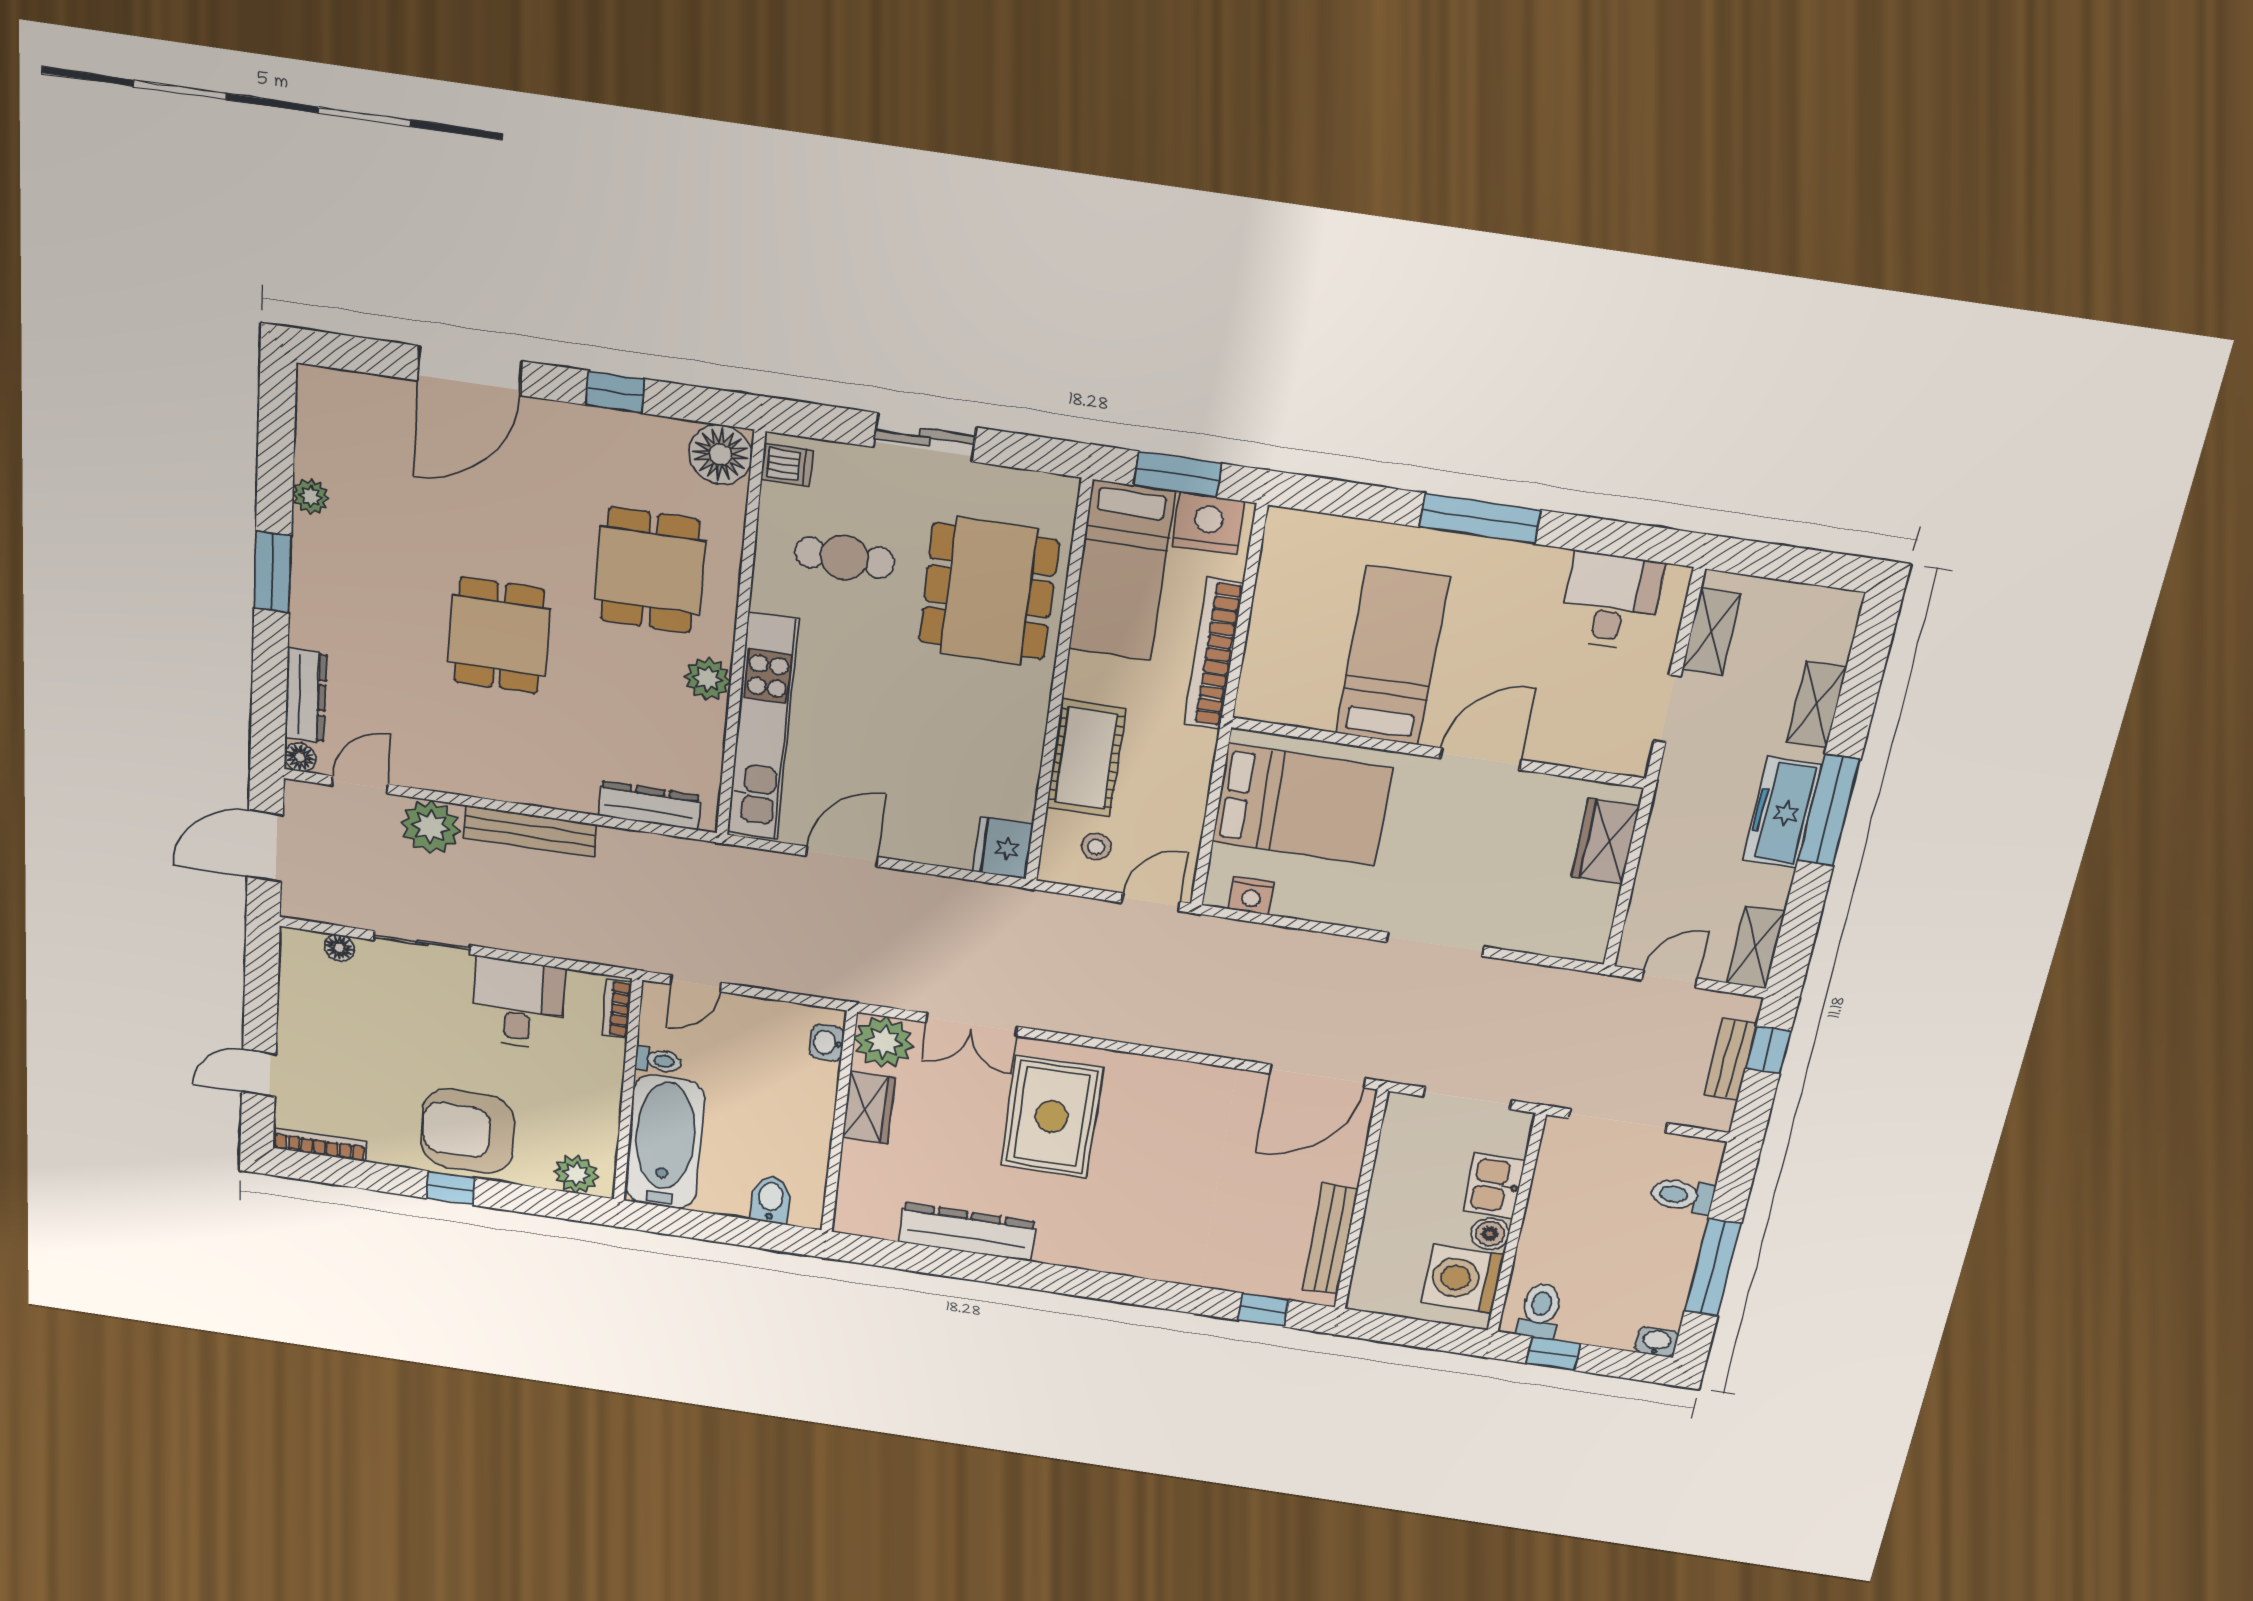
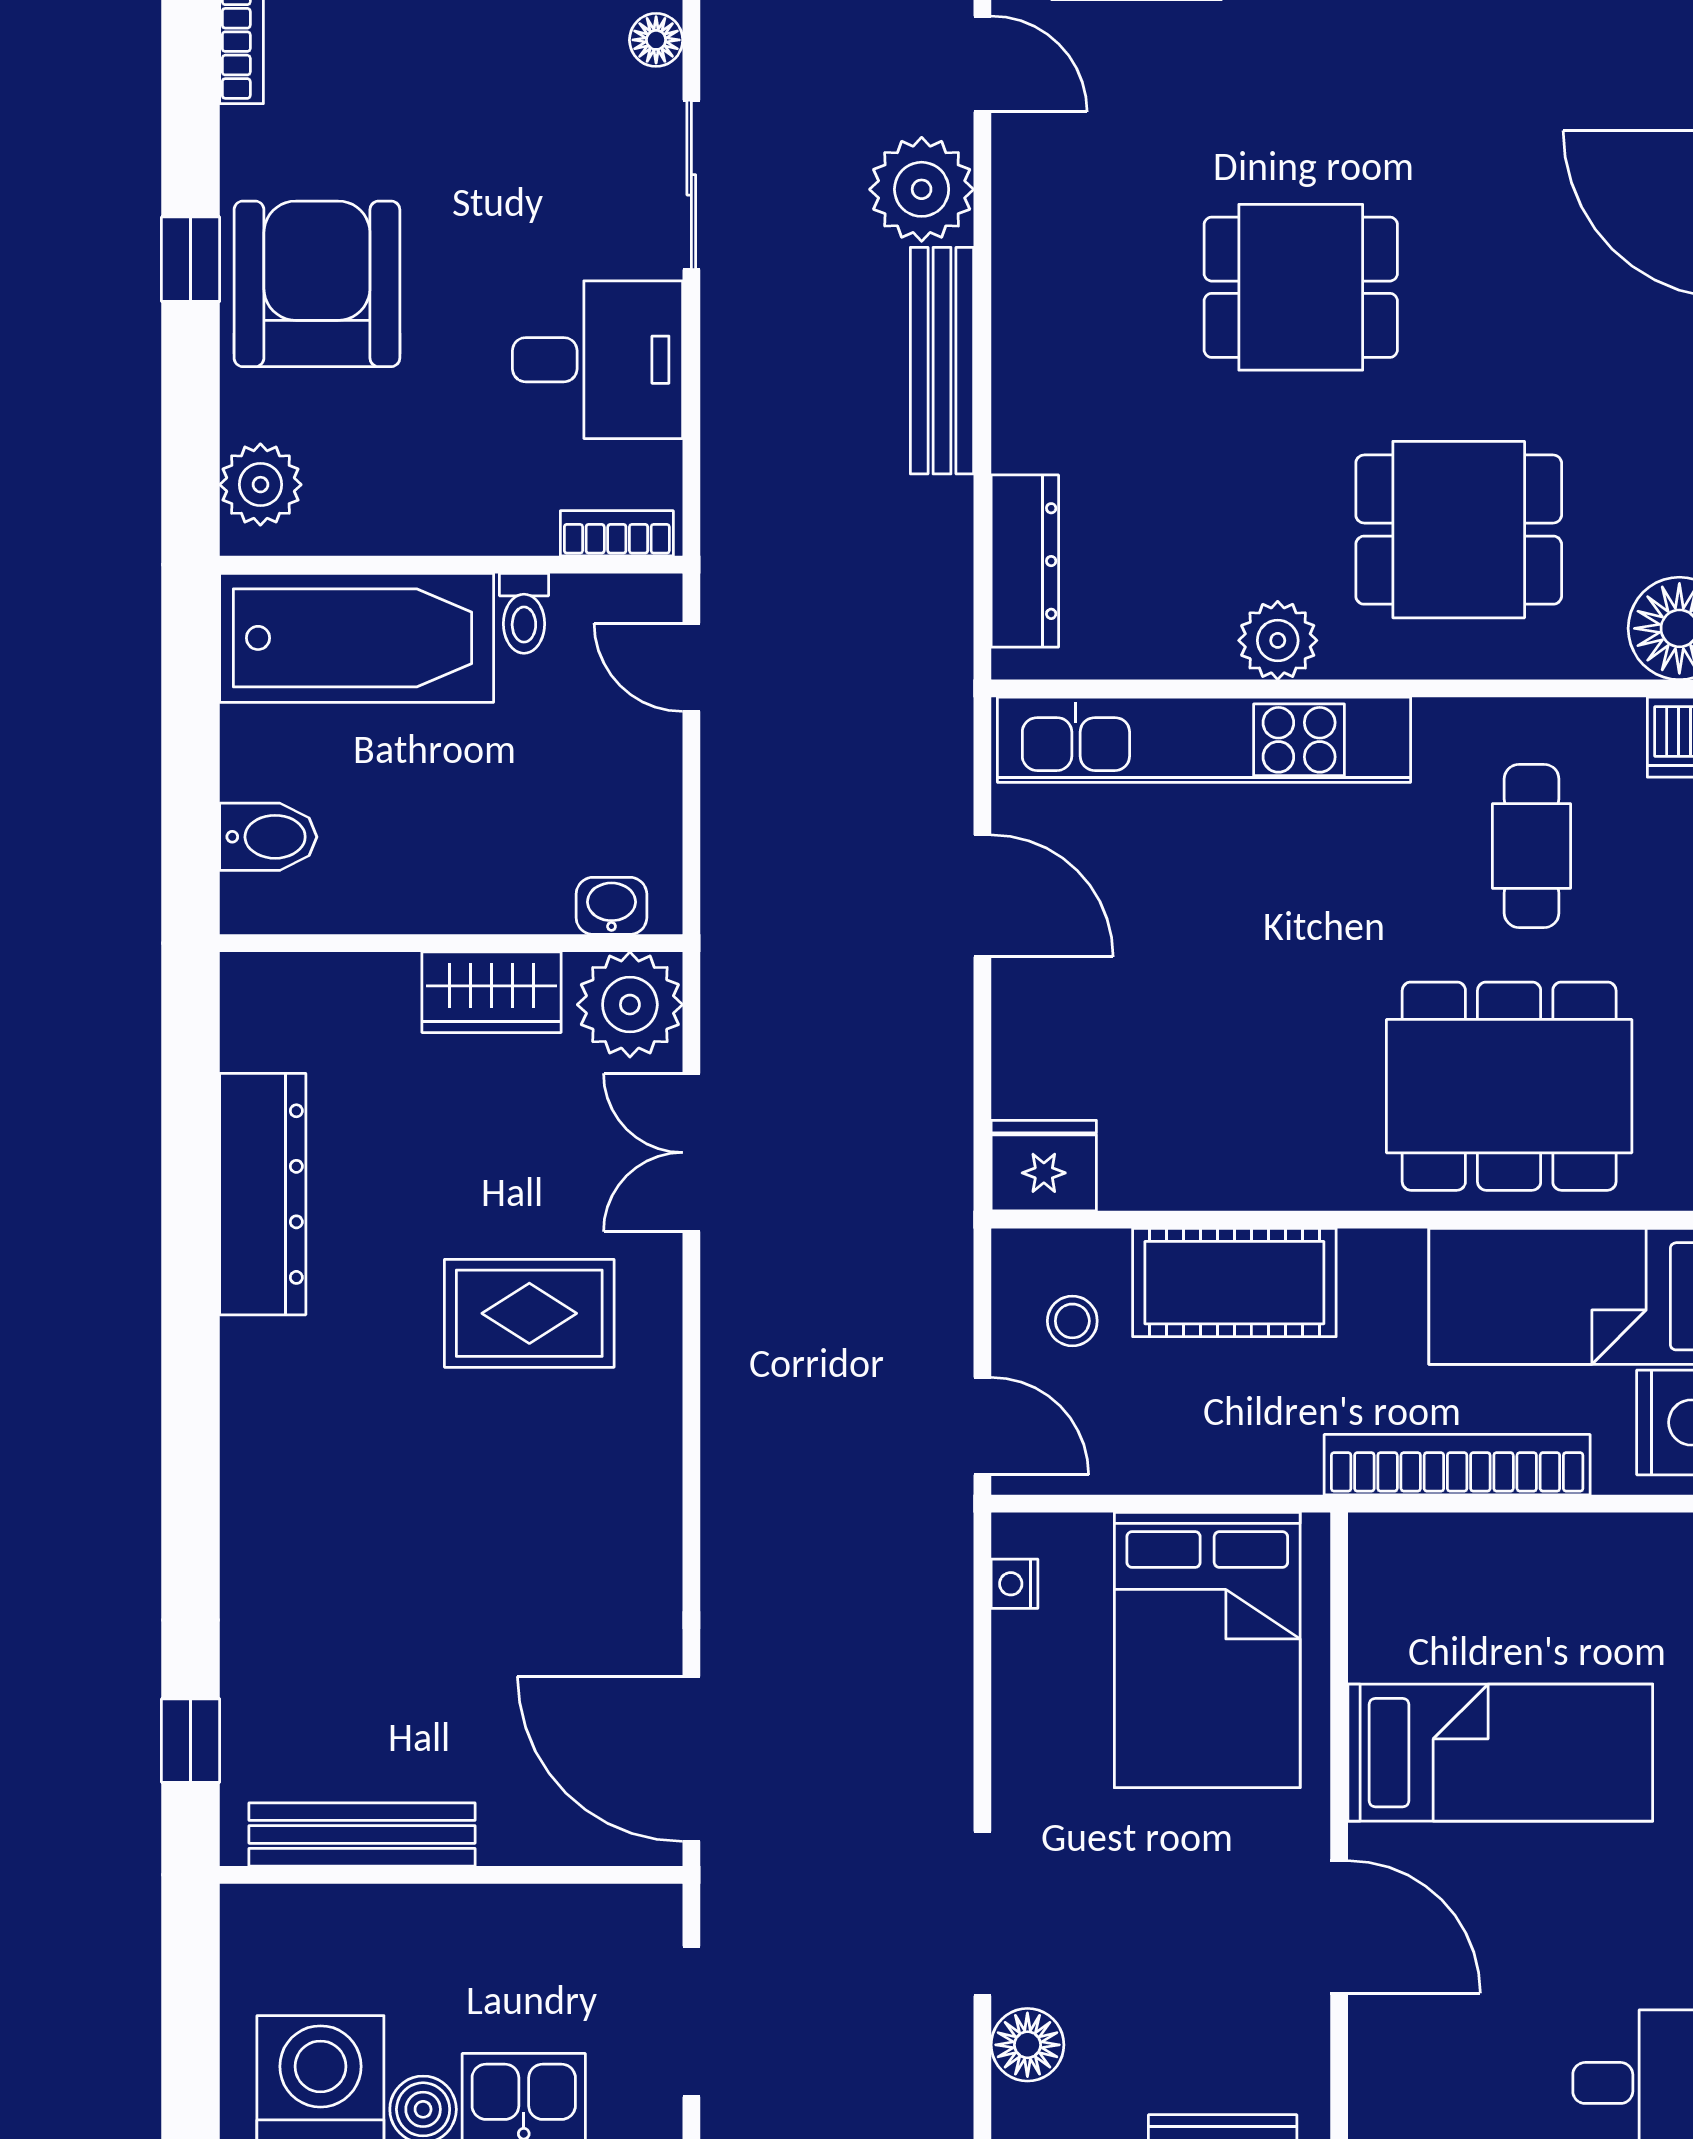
nightstand: (1252, 896) -> (1015, 1584), width x0.72, depth x0.74
floor lamp: (1517, 933) -> (1027, 2045), added
rug: (1052, 1117) -> (529, 1313), width x0.73, depth x0.70

